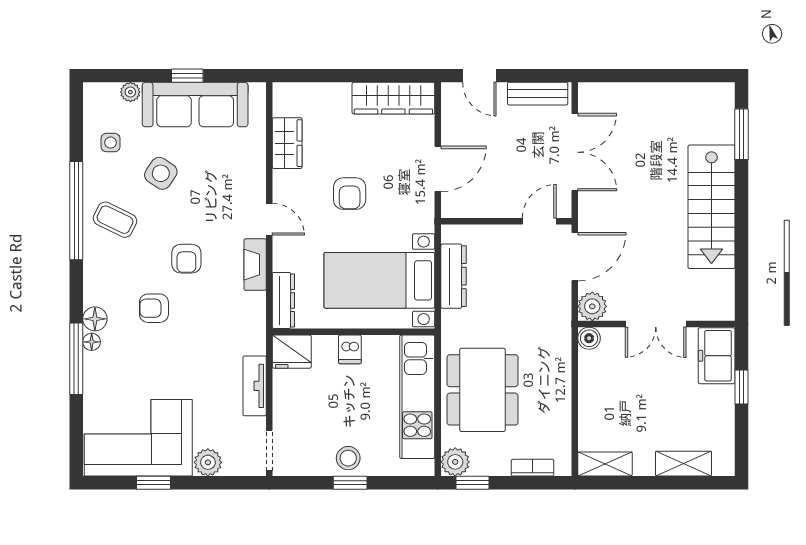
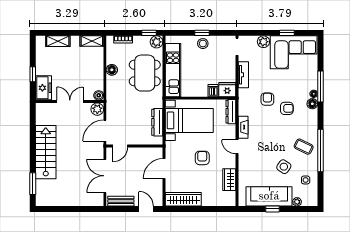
armchair: (186, 259) -> (267, 99), moved
dishwasher: (350, 349) -> (213, 91), moved
floor lamp: (559, 397) -> (112, 70), added

